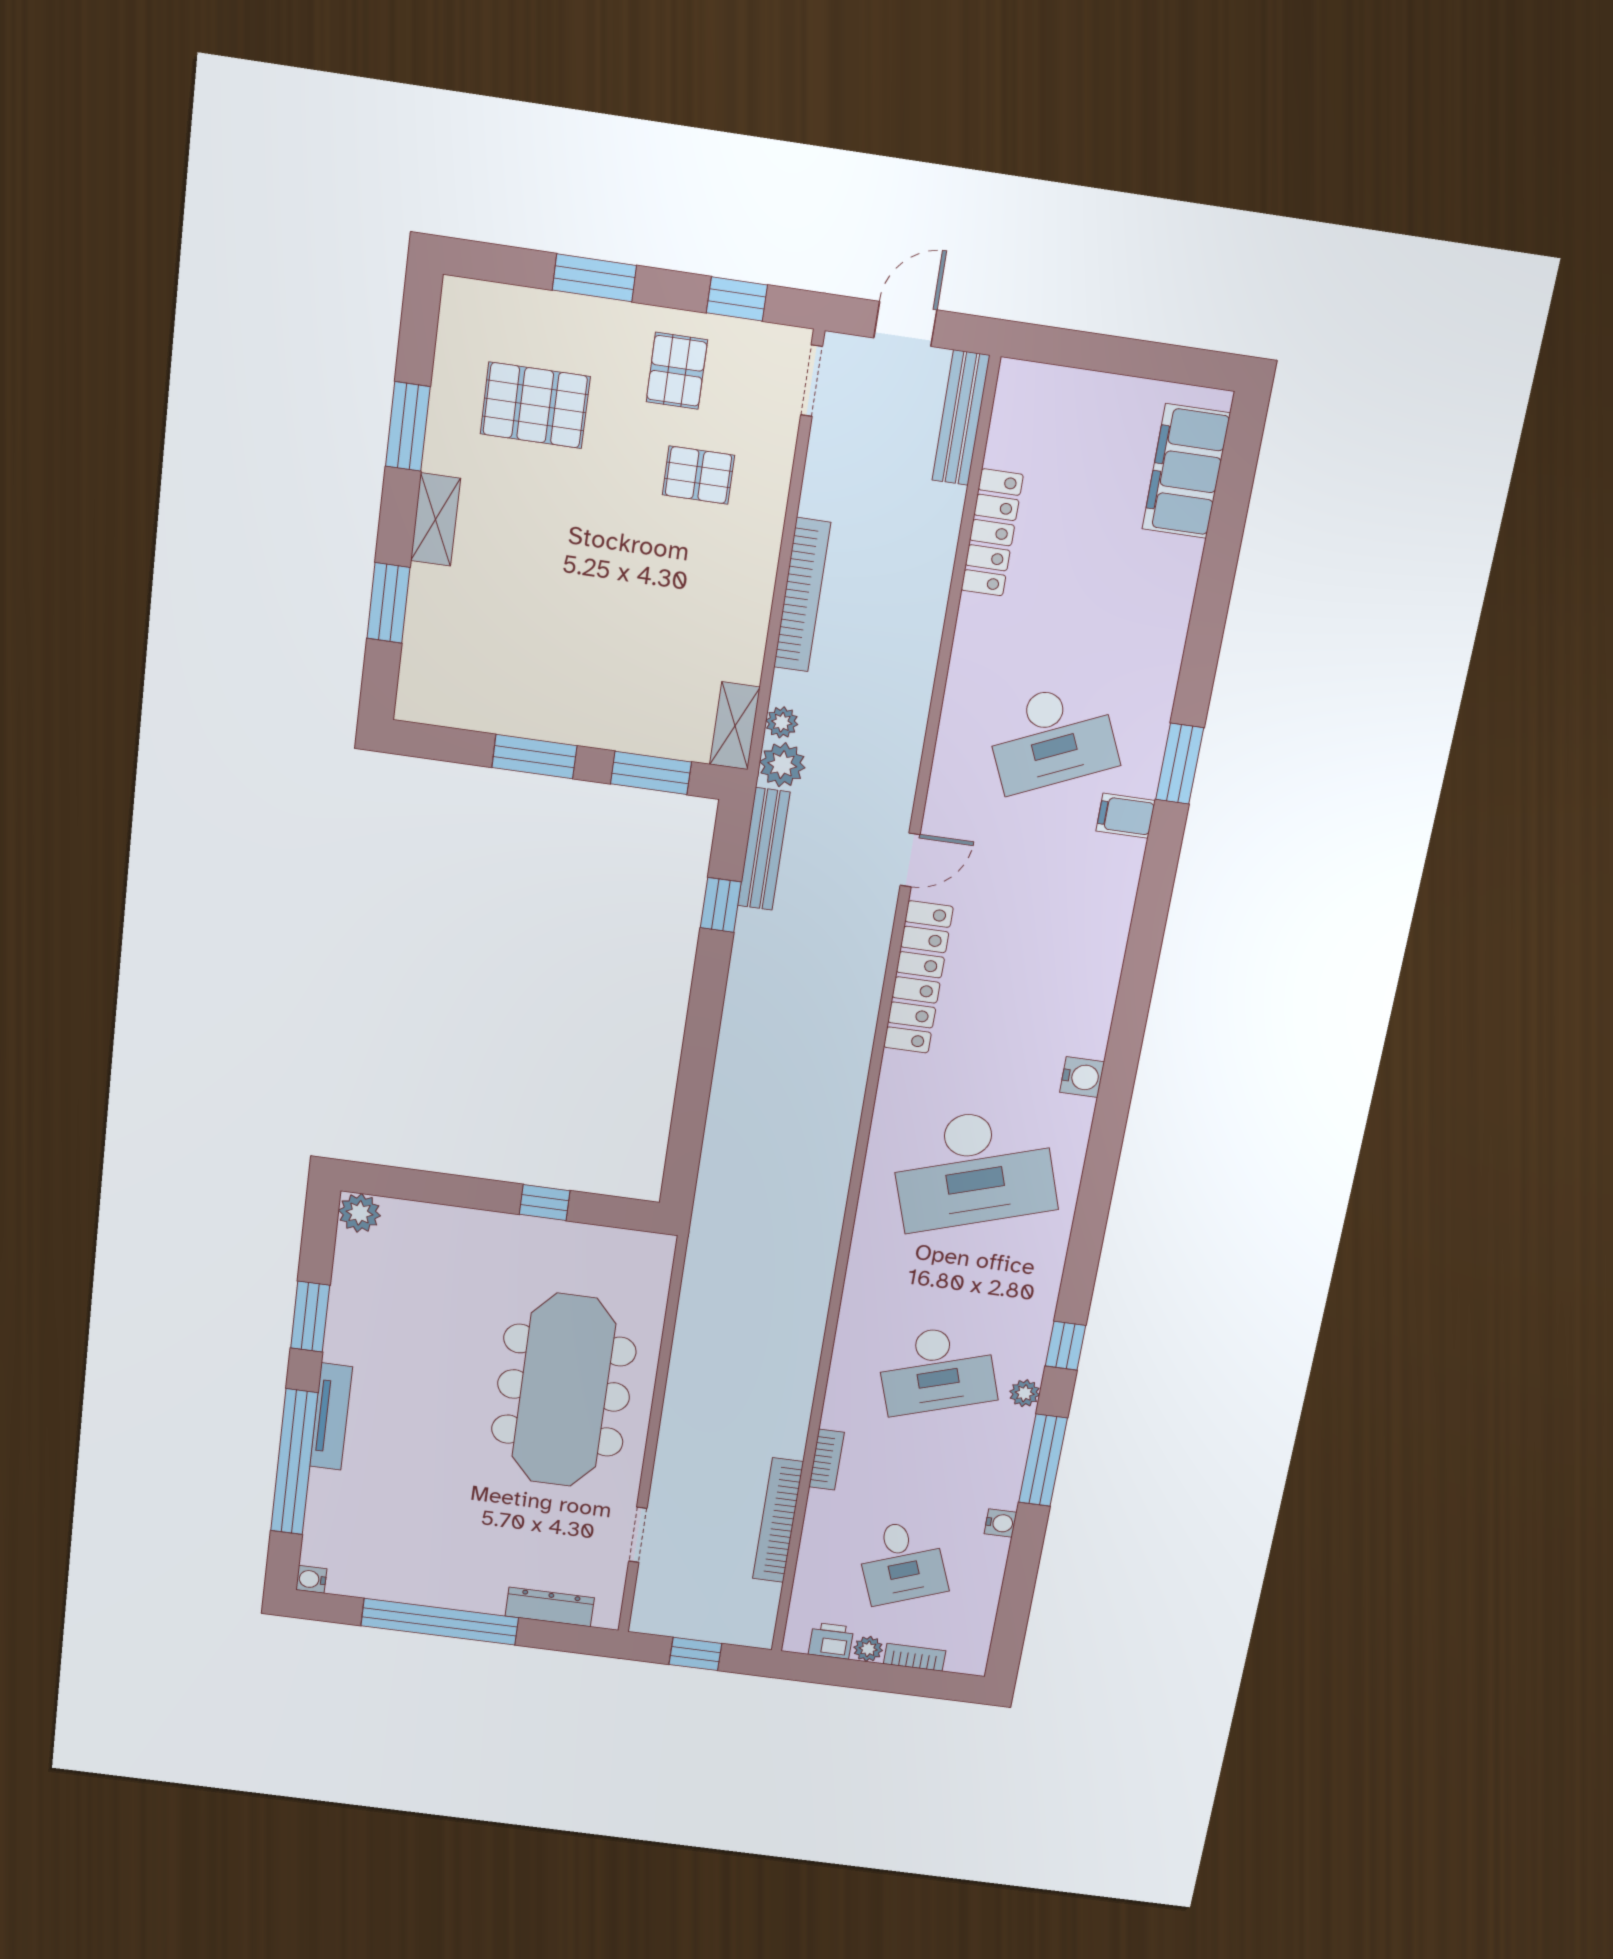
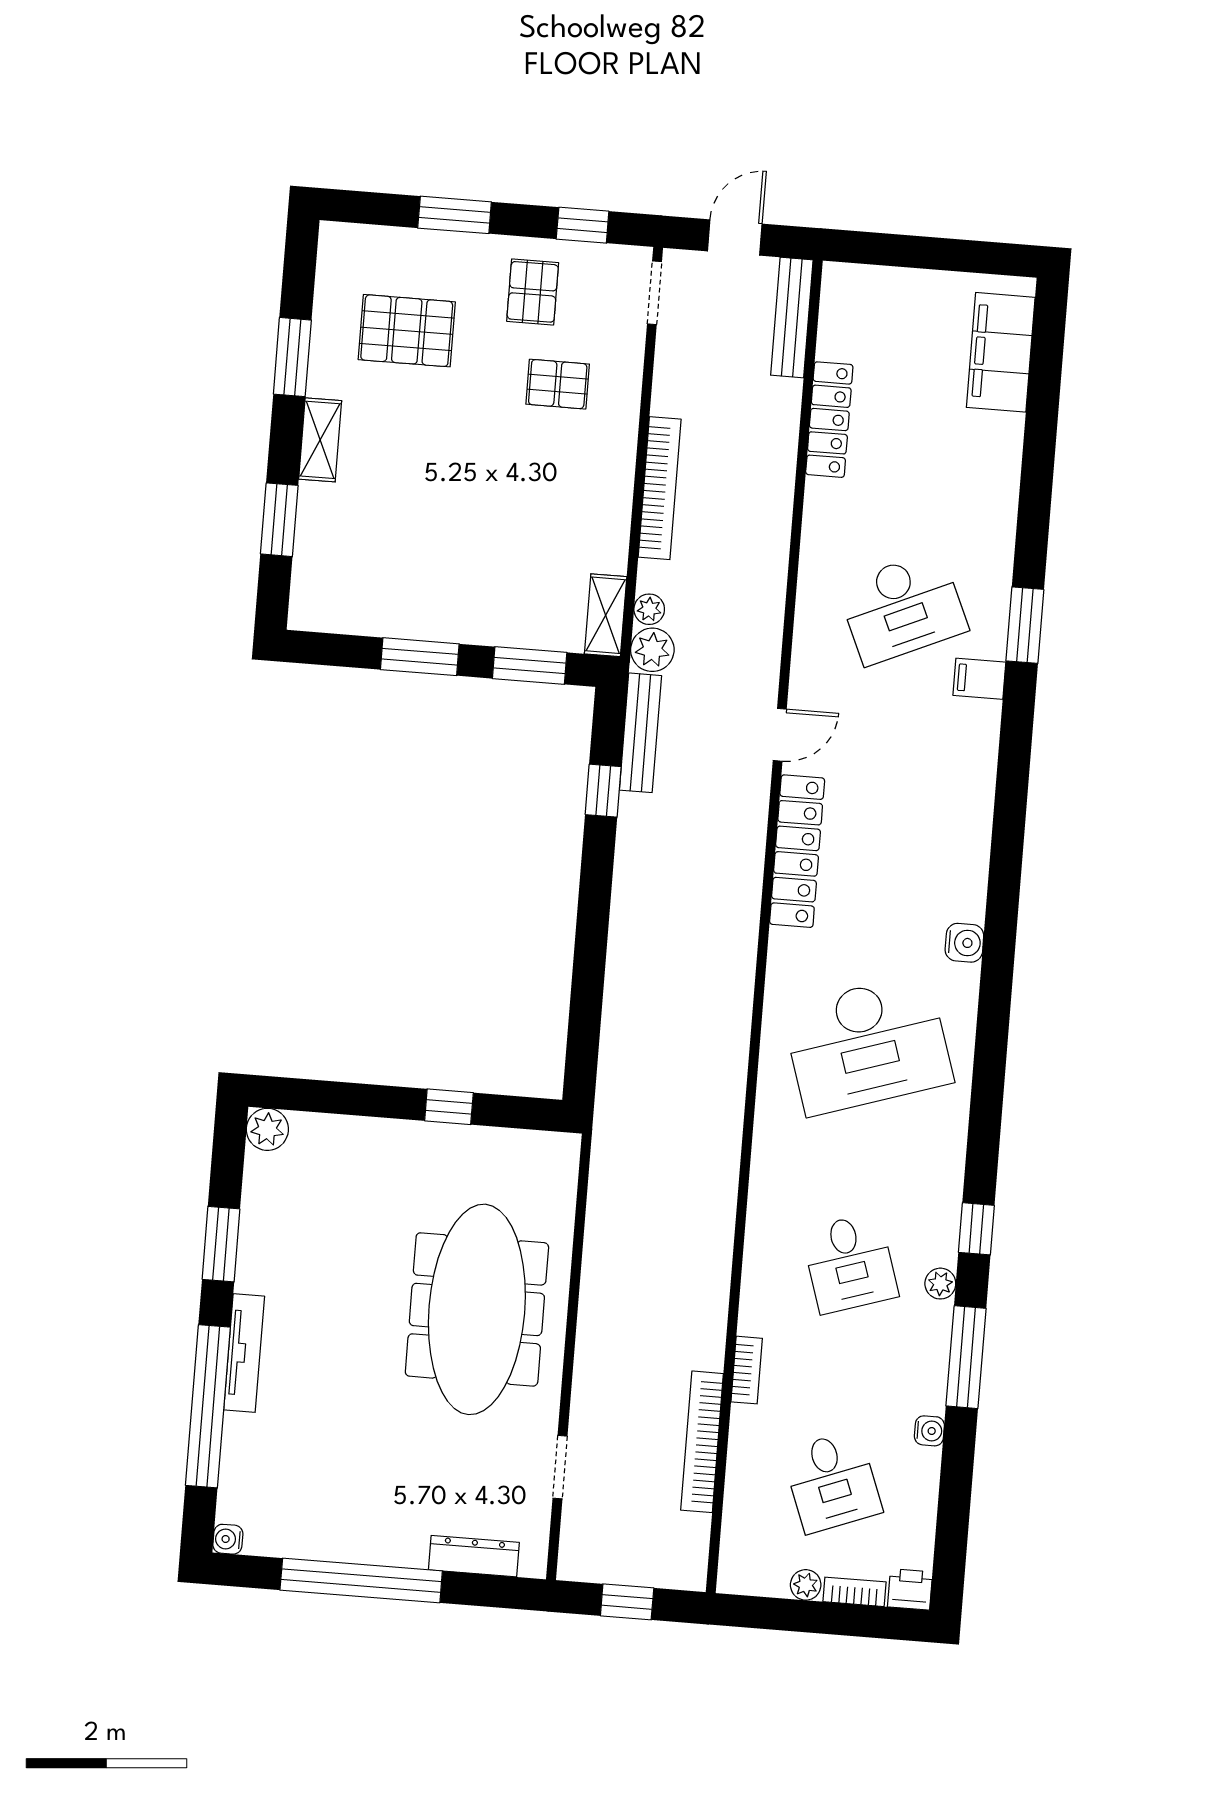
desk: (937, 1370) -> (850, 1263), width x0.73
printer: (831, 1641) -> (910, 1589), moved

